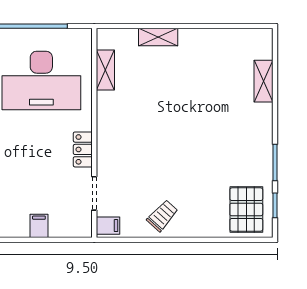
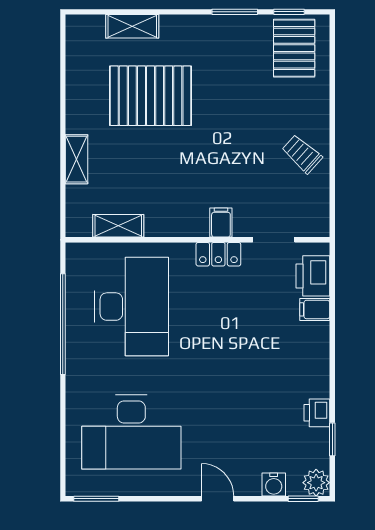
pallet: (208, 96) -> (151, 96), added
pallet: (246, 209) -> (294, 48), turned 90
printer: (66, 224) -> (313, 276), added
filing cabinet: (108, 226) -> (221, 223), moved

